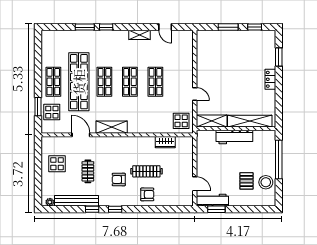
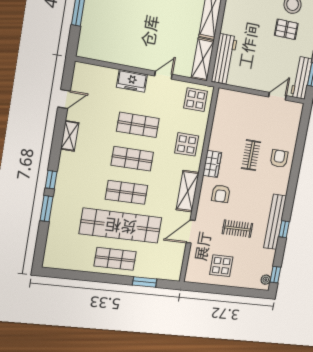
freezer: (187, 72) -> (132, 81), added
display table: (52, 112) -> (187, 144), moved
workbench: (234, 137) -> (224, 59), moved
wardrobe: (165, 142) -> (212, 164), moved
clothes rail: (146, 171) -> (251, 155), width x0.73
armchair: (119, 180) -> (221, 194), moved
bench: (77, 201) -> (275, 222), moved
window: (115, 209) -> (275, 275), moved

